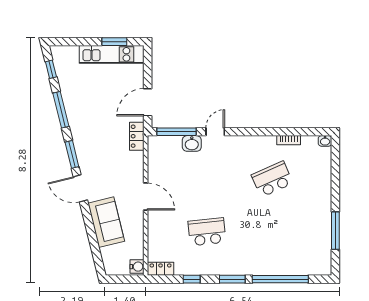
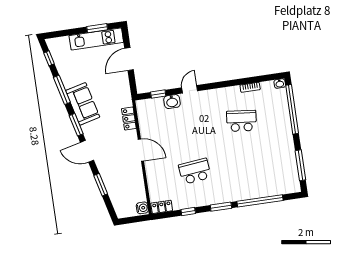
door: (148, 102) -> (129, 59), moved
window: (176, 132) -> (158, 94), width x0.46
locker: (137, 136) -> (129, 118), moved
window: (335, 174) -> (292, 109), added
school desk: (272, 179) -> (241, 121), turned 30
sofa: (106, 222) -> (83, 104), moved
window: (91, 231) -> (101, 185), added
window: (335, 231) -> (300, 165), moved

